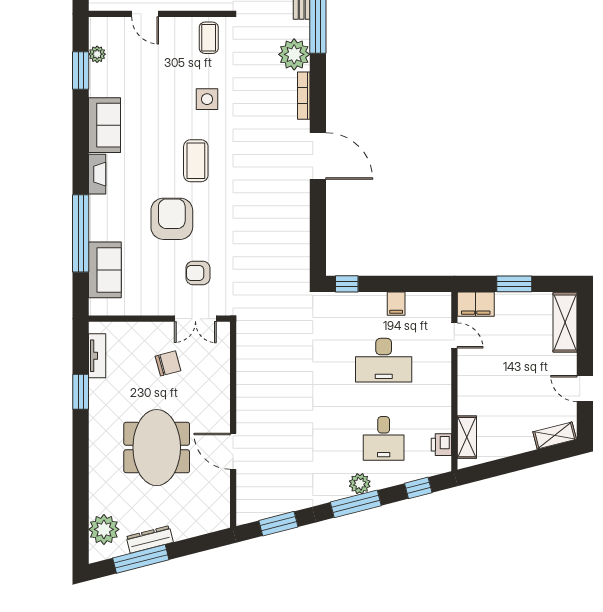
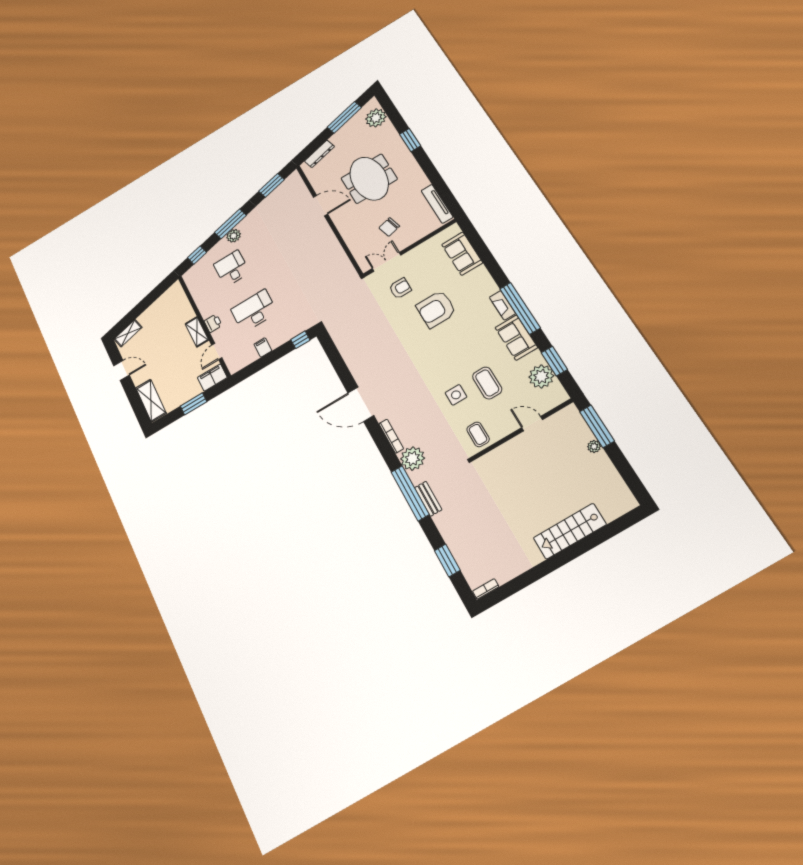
plant: (97, 54) -> (541, 376), width x1.88, depth x1.88
coffee table: (196, 161) -> (487, 383), moved
armchair: (172, 219) -> (436, 309), turned 90
window: (81, 233) -> (520, 308), moved
door: (454, 336) -> (217, 351), hinge flipped
tv unit: (97, 356) -> (437, 204), width x1.41
window: (81, 392) -> (410, 140), moved
shelving: (467, 437) -> (197, 332), moved
printer: (441, 445) -> (213, 323), moved
dresser: (150, 539) -> (319, 154), moved

